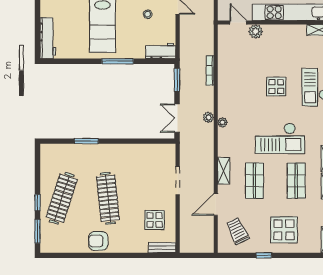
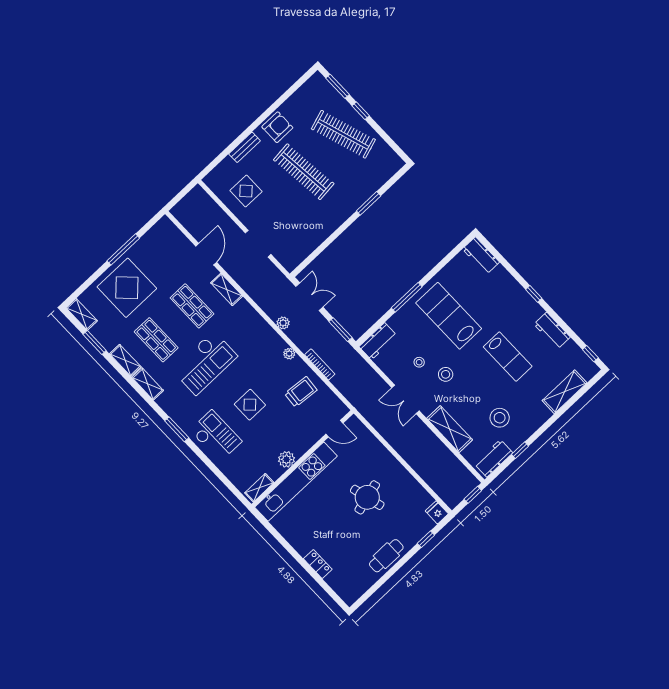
plant: (256, 31) -> (286, 459), moved
workbench: (48, 38) -> (481, 256), width x0.73
plant: (223, 122) -> (289, 354), moved
checkout: (280, 138) -> (205, 363), turned 180
clothes rail: (62, 198) -> (343, 134), turned -36
display table: (284, 230) -> (127, 288), width x1.36, depth x1.36
trolley: (238, 231) -> (301, 392), moved, turned -59
bench: (162, 248) -> (245, 147), moved
window: (264, 255) -> (123, 249), width x2.17

